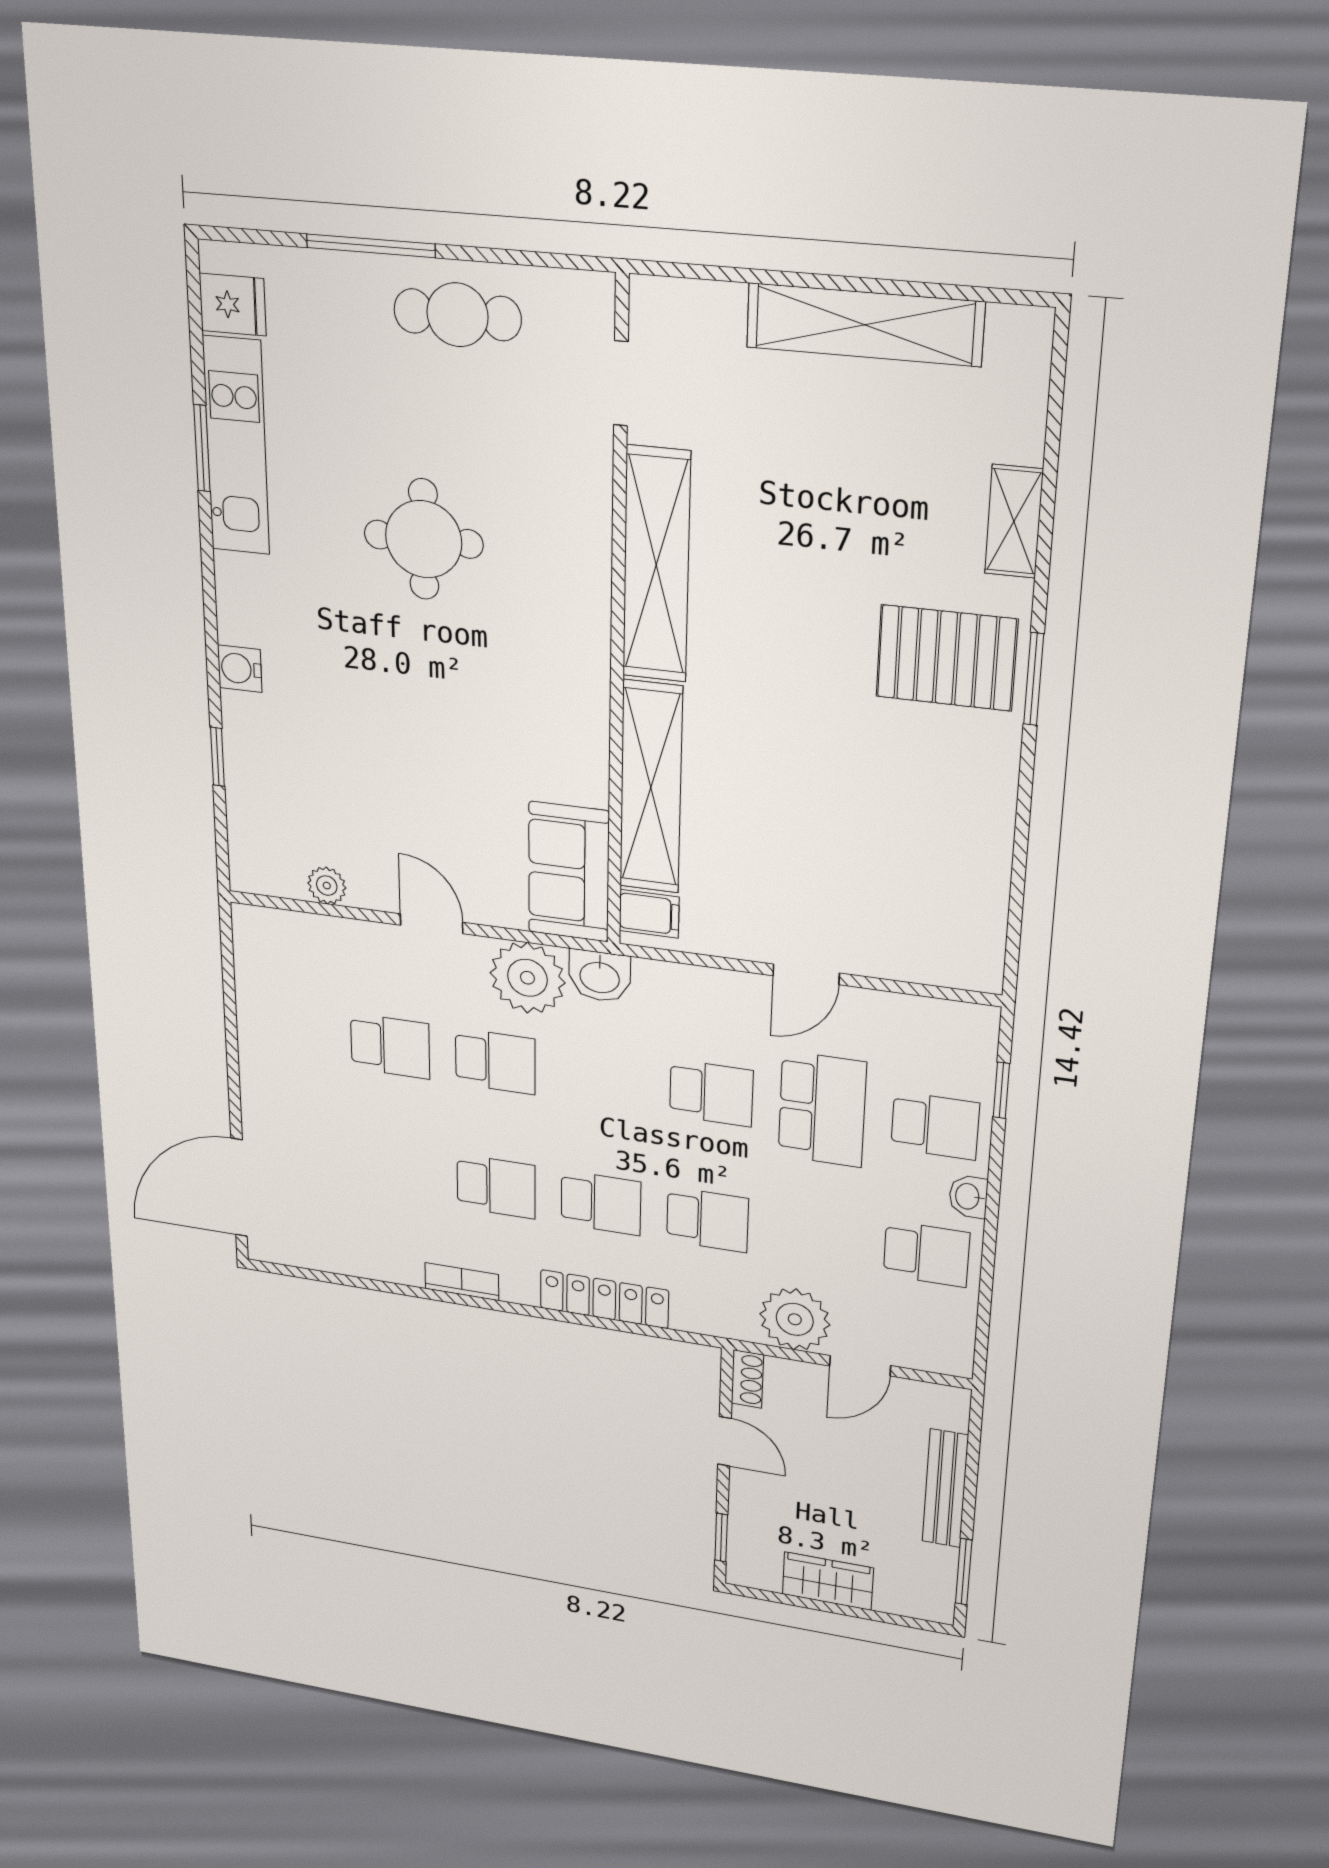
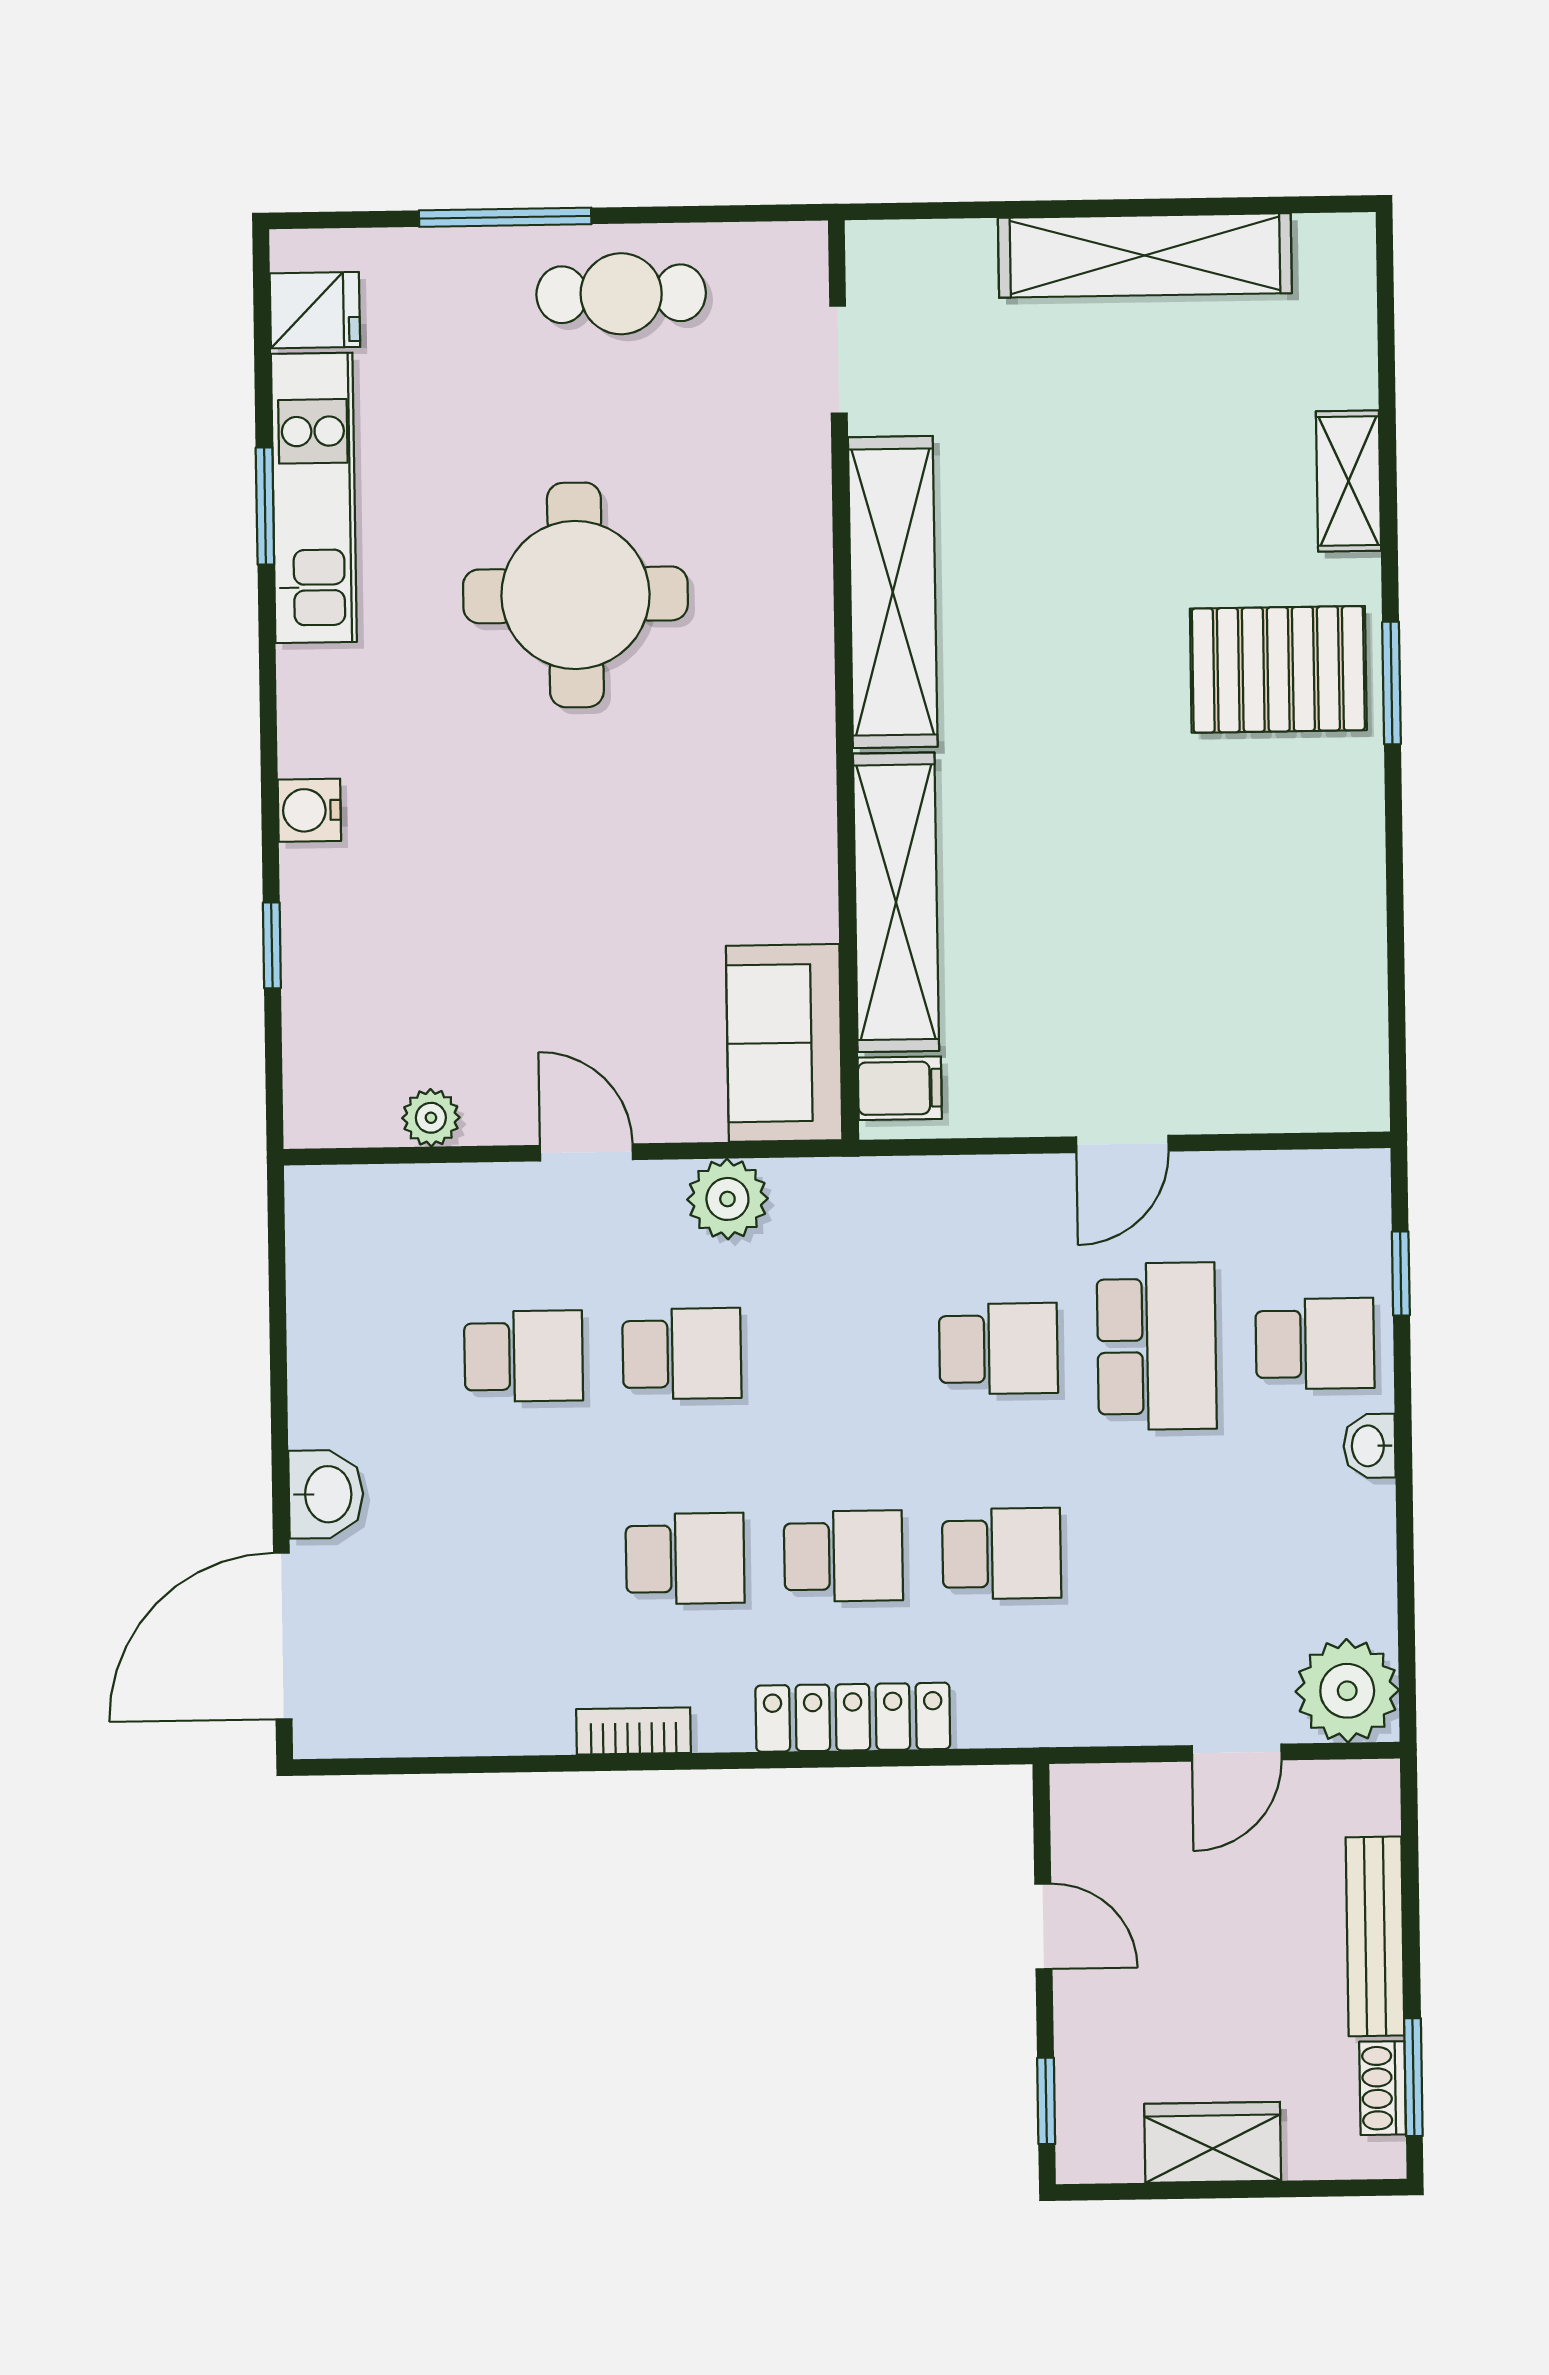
round table: (424, 539) -> (575, 595), width x1.36, depth x1.36
washbasin: (600, 976) -> (326, 1494), moved, turned -90
plant: (527, 978) -> (727, 1199), width x0.73, depth x0.73
school desk: (926, 1254) -> (1318, 1549), removed
plant: (795, 1319) -> (1347, 1691), moved
shoe rack: (747, 1379) -> (1383, 2088), moved, turned 180

